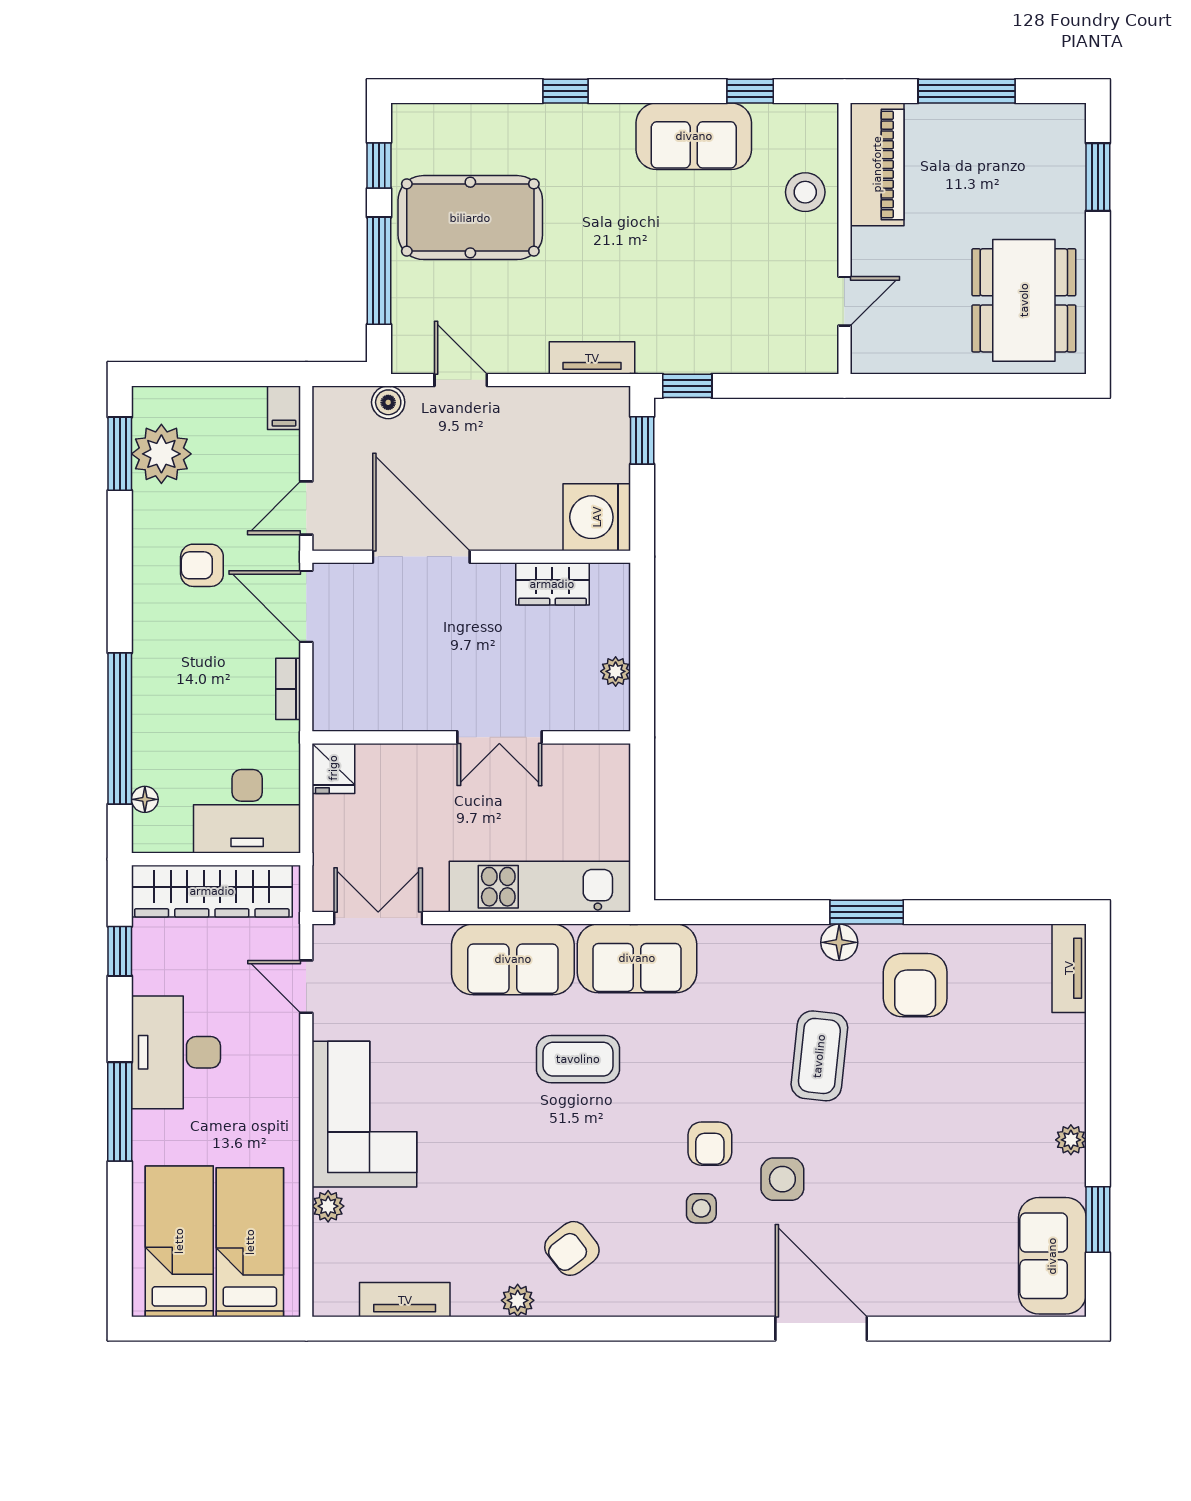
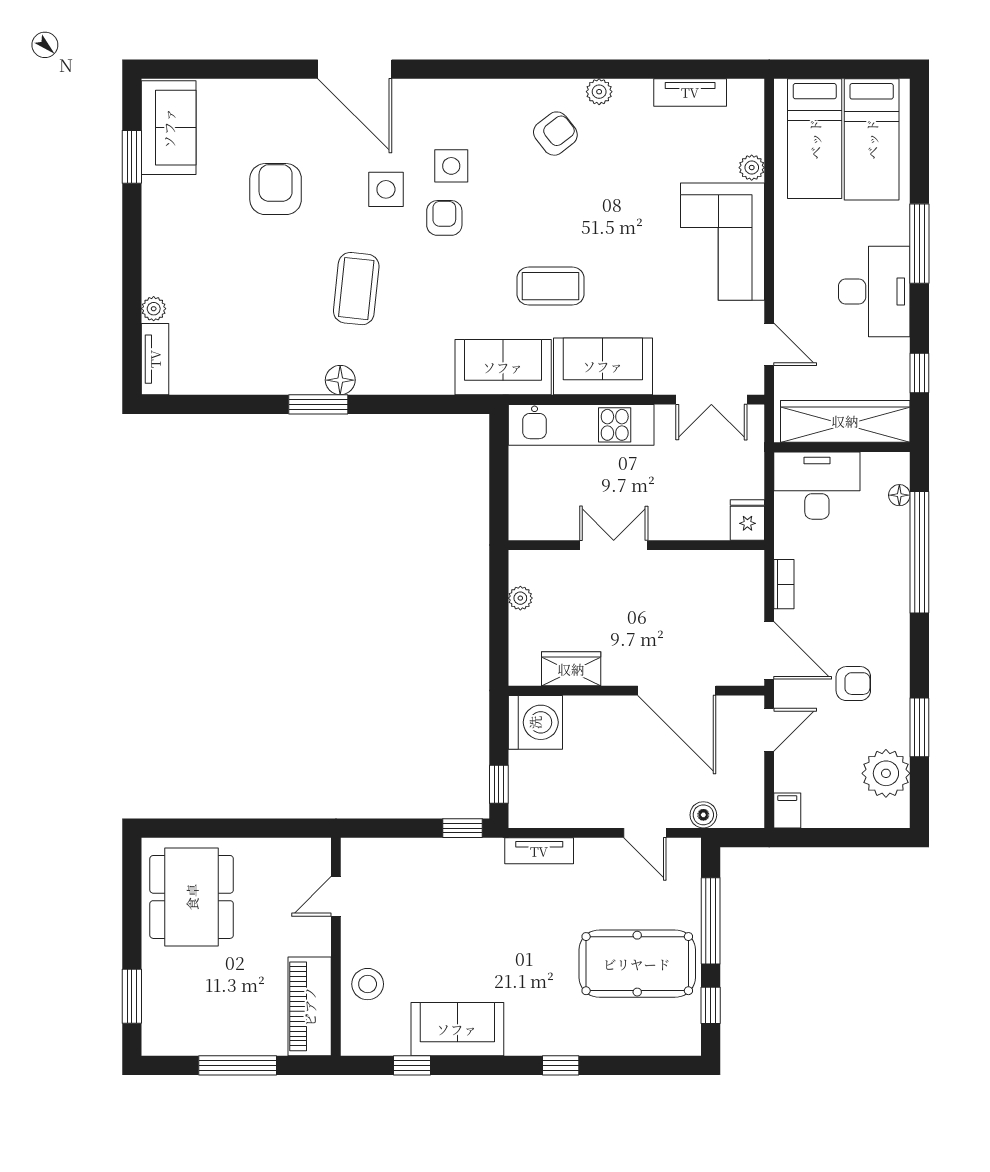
window: (120, 454) -> (919, 727), moved
armchair: (915, 985) -> (276, 189), moved
plant: (1071, 1140) -> (154, 309), moved
side table: (701, 1208) -> (451, 166), width x1.37, depth x1.37

